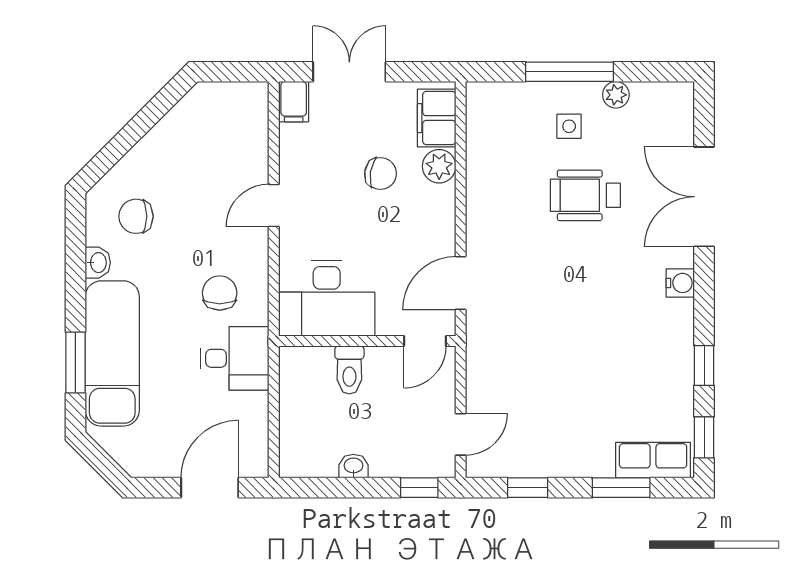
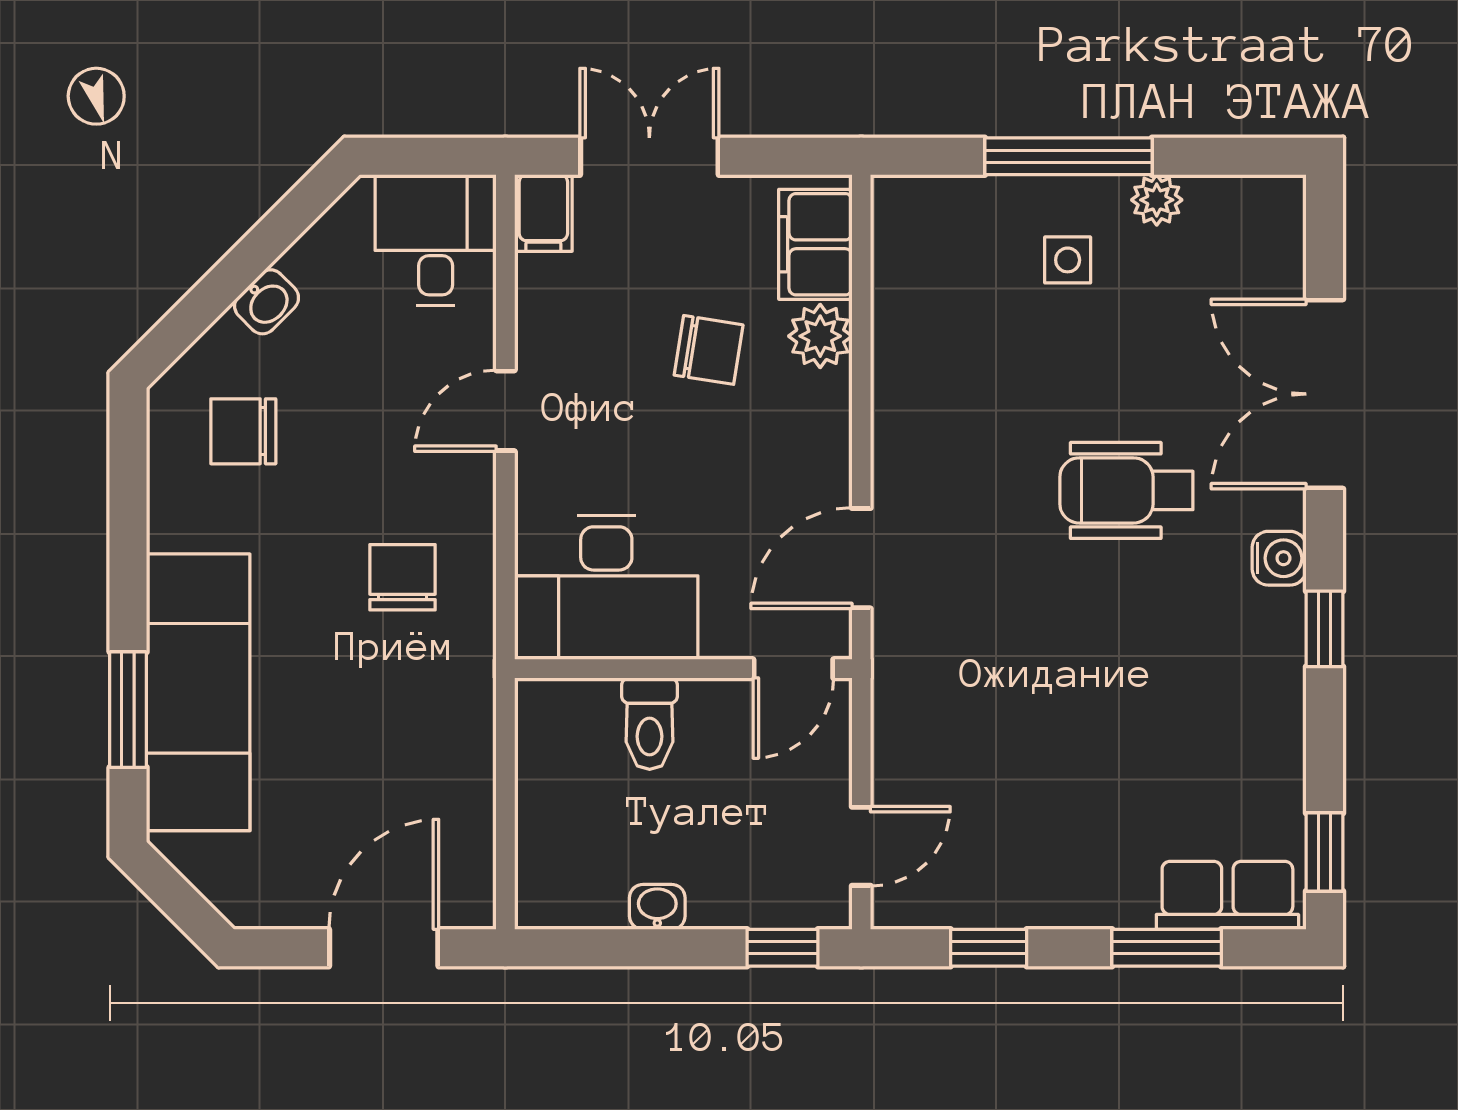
wheelchair: (585, 195) -> (1126, 490), moved
washbasin: (98, 263) -> (267, 302), moved, turned 45
desk: (235, 358) -> (436, 240), moved, turned -90
window: (704, 366) -> (1325, 629), moved

